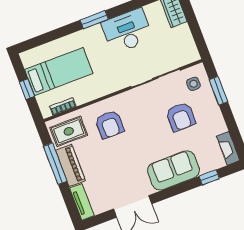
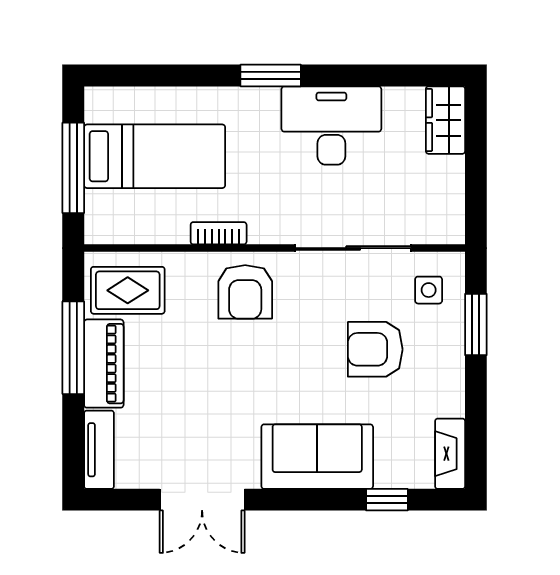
window: (27, 89) -> (73, 168), width x2.17
bookcase: (63, 106) -> (219, 233), moved
armchair: (181, 117) -> (375, 349), turned 90
armchair: (110, 124) -> (245, 292), moved

